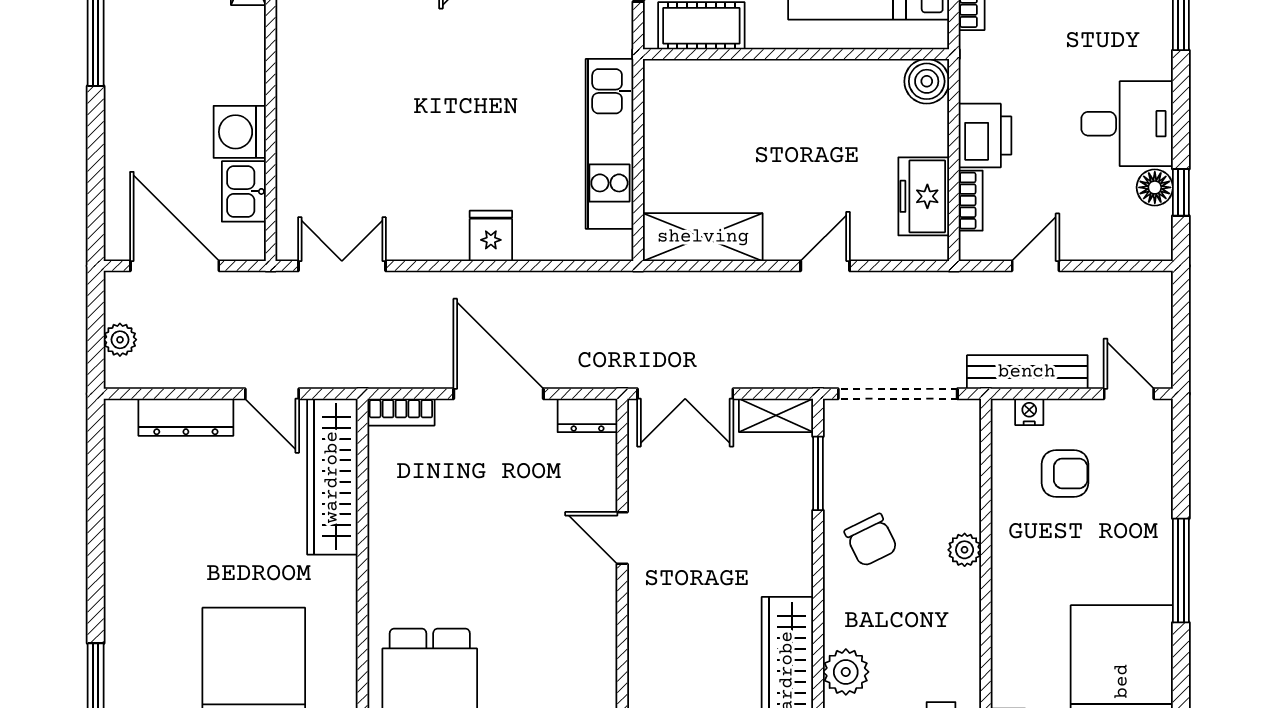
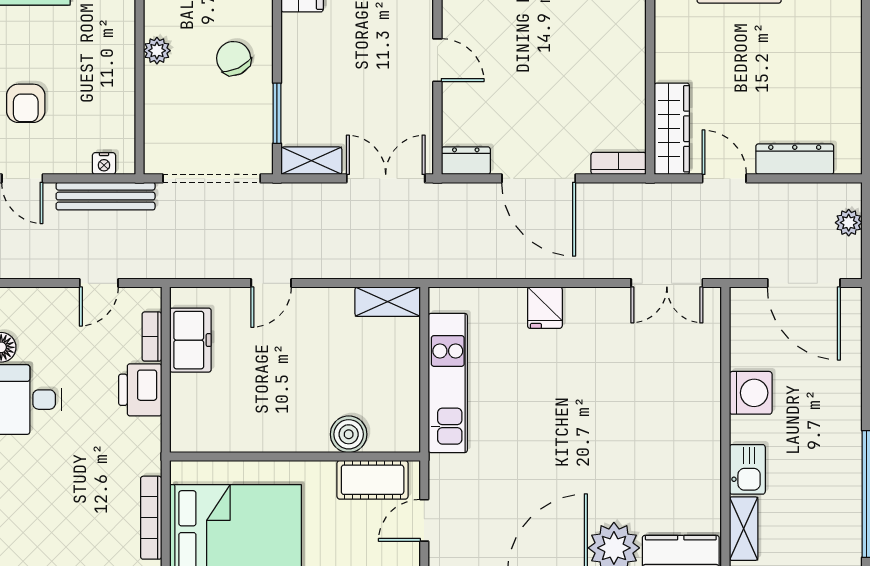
boiler: (927, 81) -> (349, 434), moved
kitchen sink: (244, 191) -> (747, 469), moved
shelving: (703, 237) -> (388, 302), width x0.67, depth x0.75
armchair: (1065, 473) -> (26, 103), moved, turned -90
wardrobe: (332, 477) -> (672, 129), width x0.71, depth x0.85

